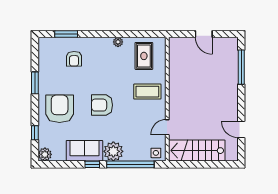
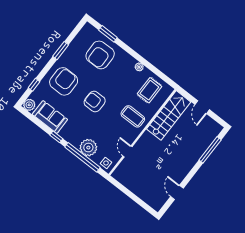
armchair: (74, 59) -> (100, 55), width x1.88, depth x1.88
door: (167, 127) -> (128, 151), hinge flipped
sofa: (84, 151) -> (50, 117), moved
plant: (113, 151) -> (88, 148), moved
stairs: (197, 151) -> (169, 115), moved, turned 90

